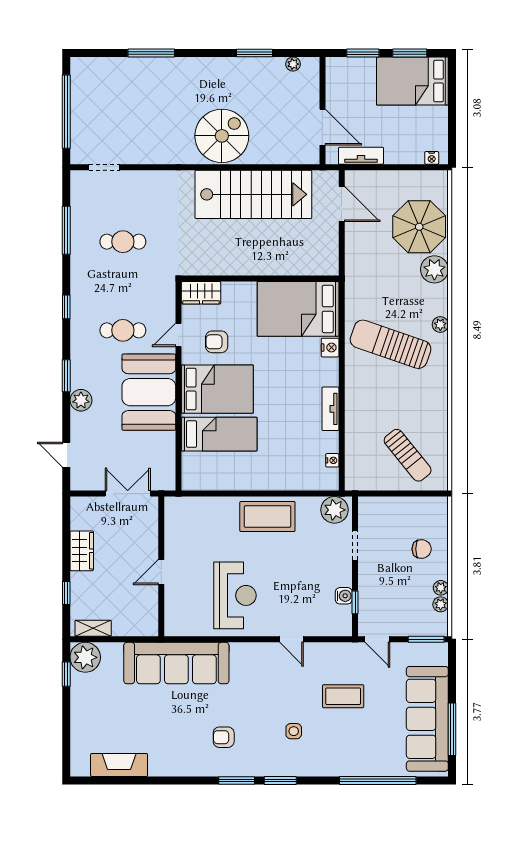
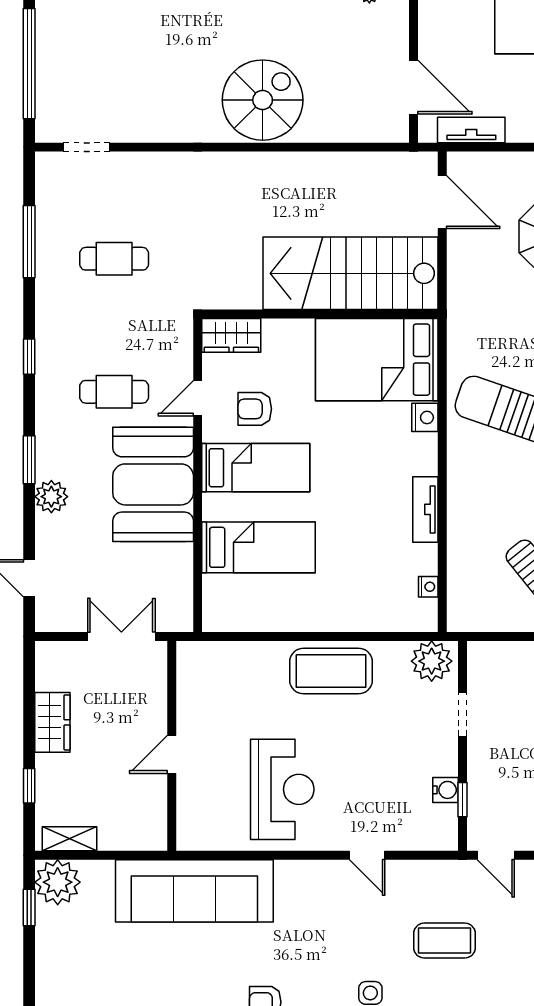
stairs: (253, 194) -> (351, 273), moved, turned 180
bed: (217, 389) -> (256, 468), width x0.67

